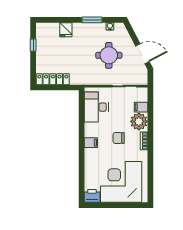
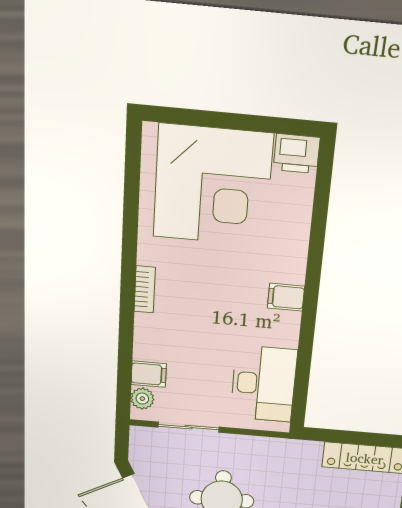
plant: (139, 121) -> (142, 399), moved, width x0.53, depth x0.53
chair: (119, 138) -> (212, 303), removed

